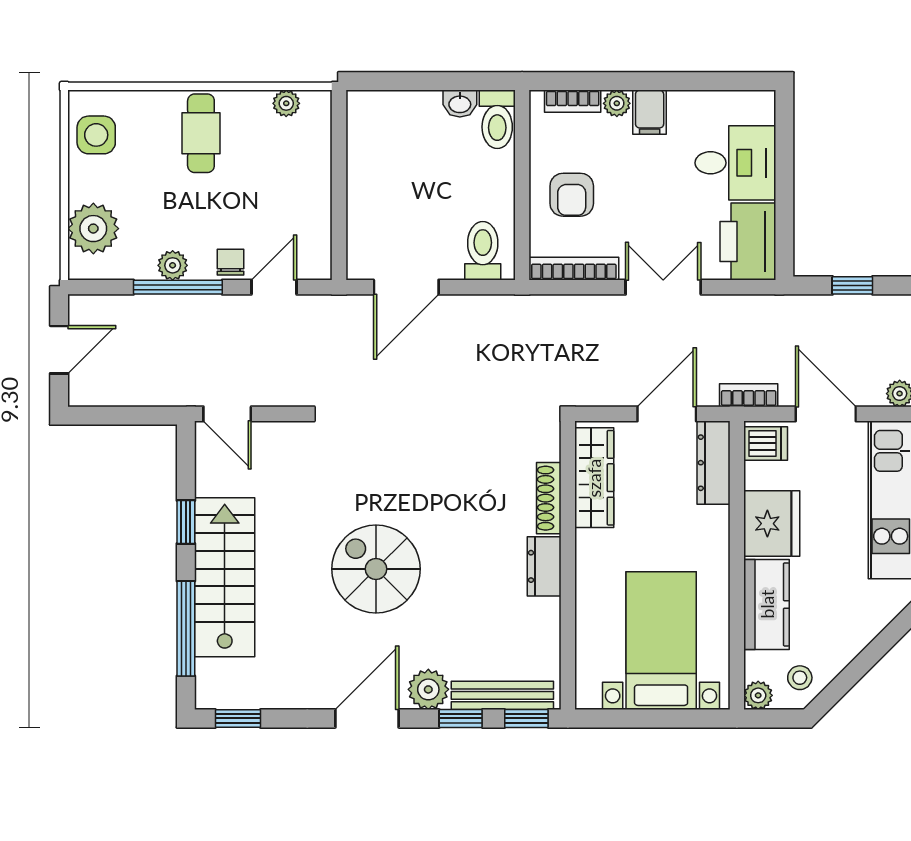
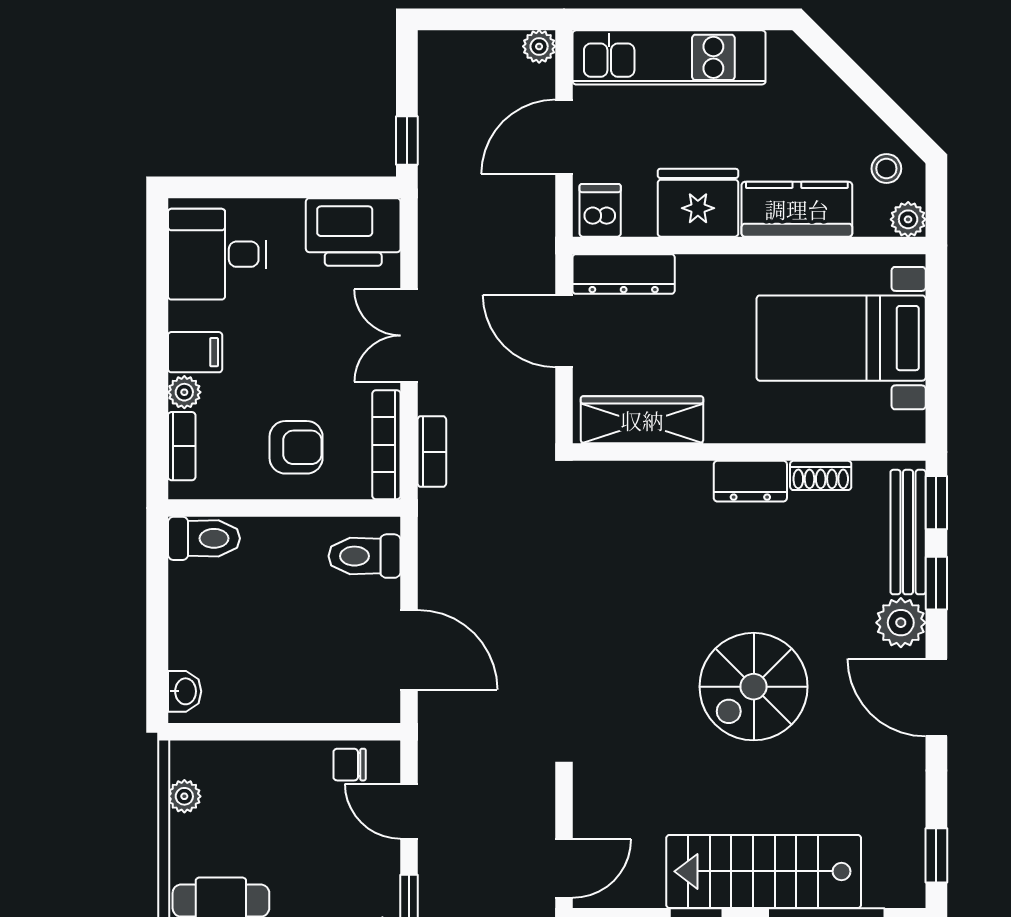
washbasin: (460, 104) -> (185, 691), moved
desk: (735, 163) -> (217, 254), moved, turned -90
chair: (230, 262) -> (350, 765), moved
window: (852, 285) -> (407, 140), moved
bookcase: (749, 395) -> (432, 452), moved, turned 180
shoe rack: (549, 498) -> (821, 475), moved, width x0.70

